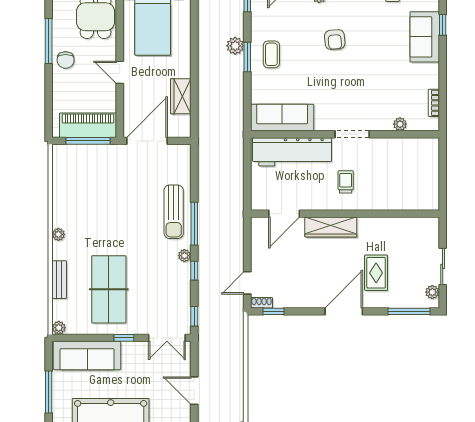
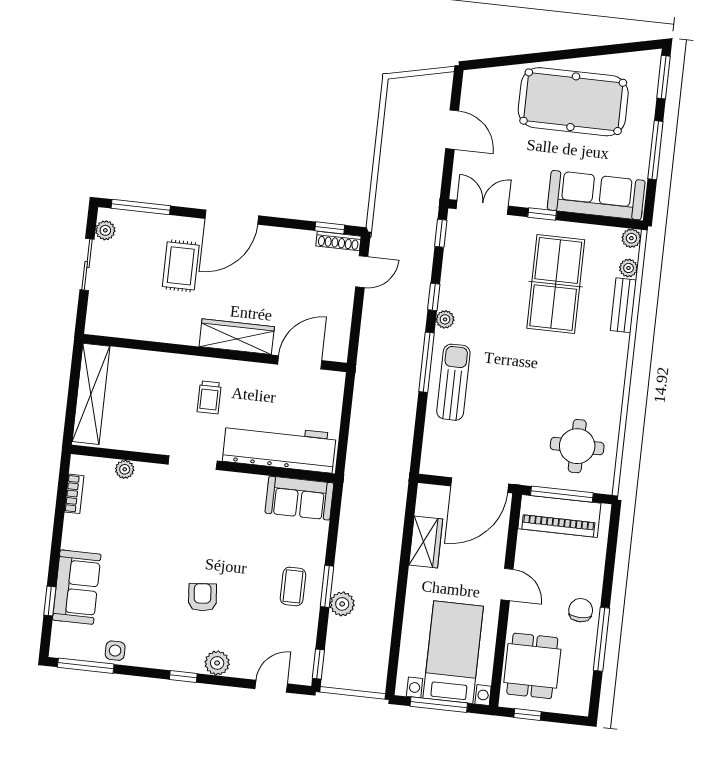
sofa: (282, 117) -> (299, 498), width x0.73
shelving: (430, 175) -> (91, 394), added
round table: (81, 176) -> (577, 446), added
plant: (58, 234) -> (629, 268), moved
shoe rack: (262, 303) -> (338, 241), width x1.43

